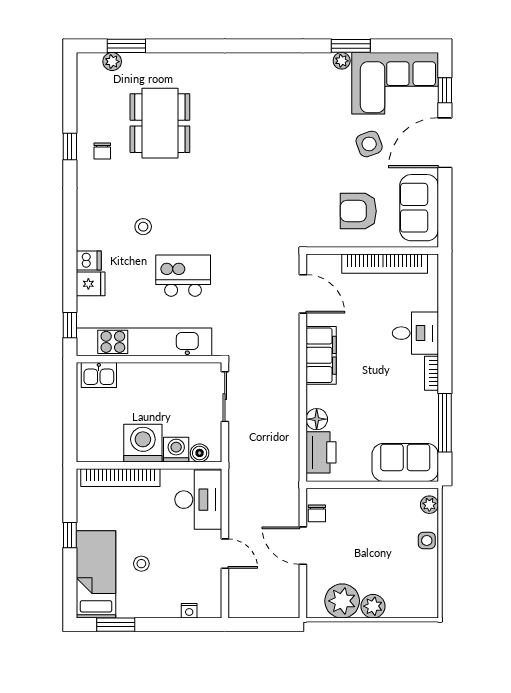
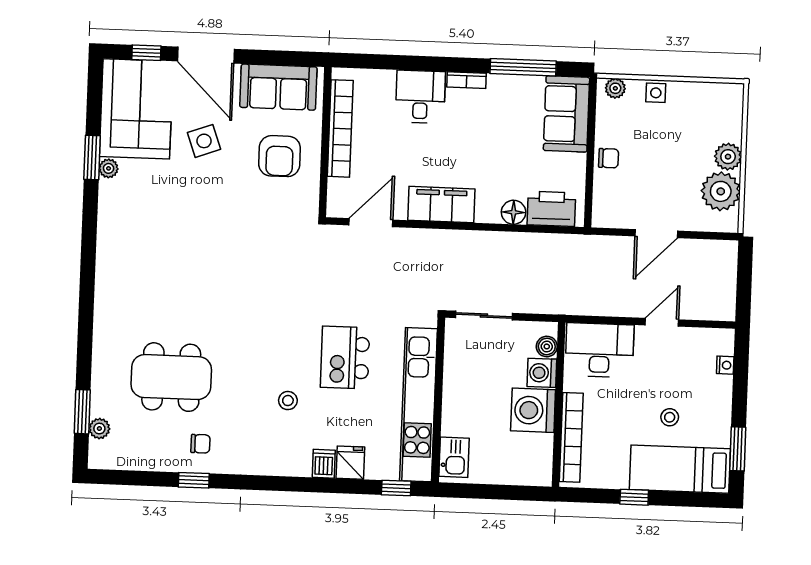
chair: (317, 513) -> (609, 158), moved

